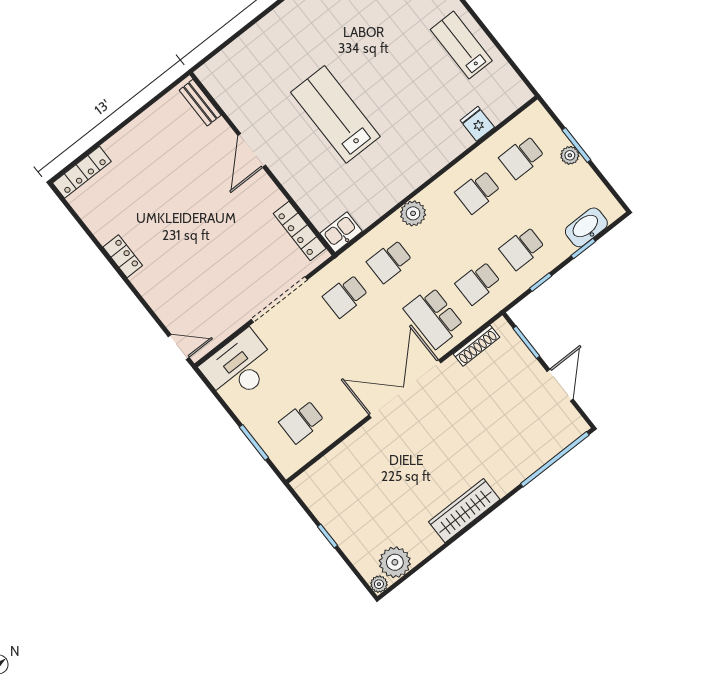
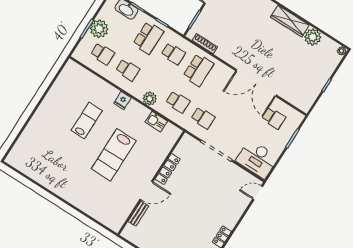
lab bench: (461, 45) -> (87, 120), moved, turned 180
bench: (200, 103) -> (138, 214), moved
fridge: (477, 124) -> (122, 101), moved
plant: (570, 155) -> (99, 29), width x1.88, depth x1.88
locker: (300, 231) -> (168, 169), moved
kitchen sink: (341, 232) -> (156, 122), moved
school desk: (522, 248) -> (148, 38), width x1.85
door: (179, 347) -> (258, 193), hinge flipped
double door: (405, 389) -> (256, 83), moved
plant: (395, 562) -> (313, 37), moved

